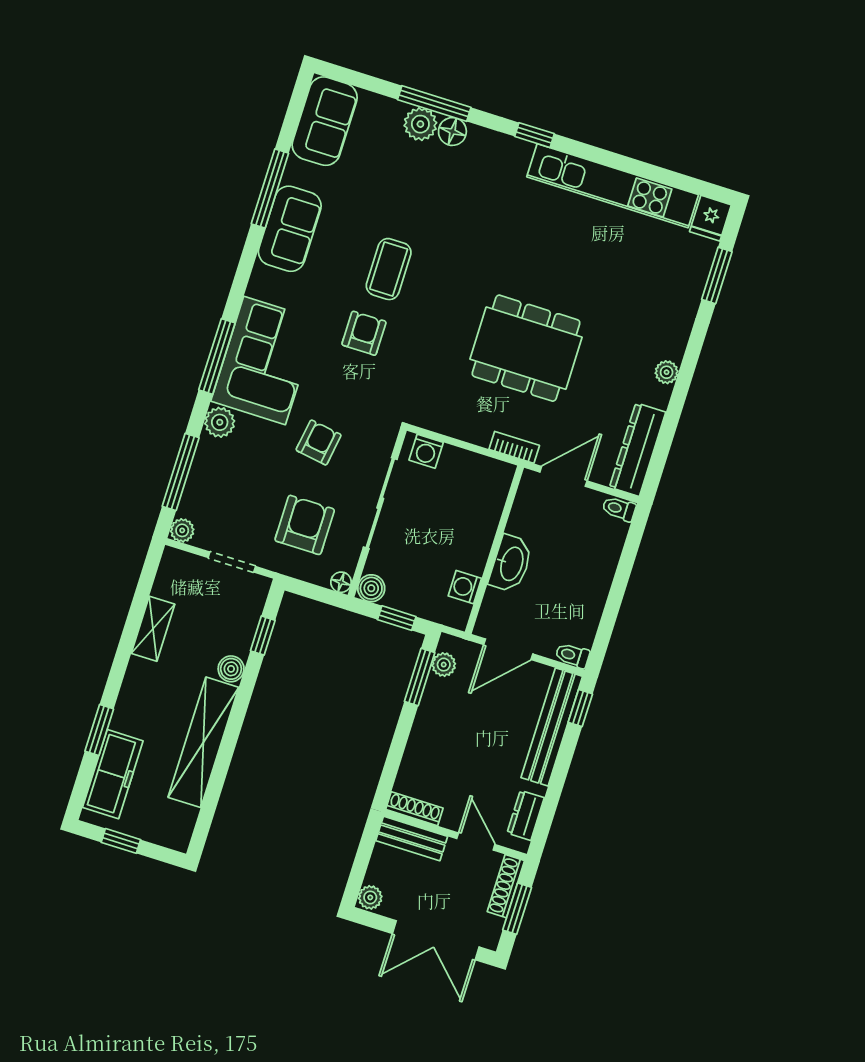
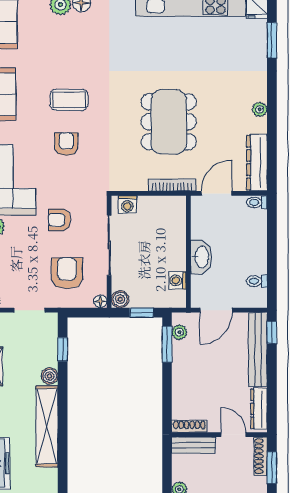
coffee table: (389, 269) -> (69, 100), turned 90
dining table: (526, 348) -> (169, 122), turned 90
armchair: (319, 442) -> (60, 220), turned -99
bookcase: (514, 447) -> (172, 185), width x1.56
toilet: (572, 655) -> (257, 281), moved
dresser: (526, 815) -> (259, 409), width x1.44

